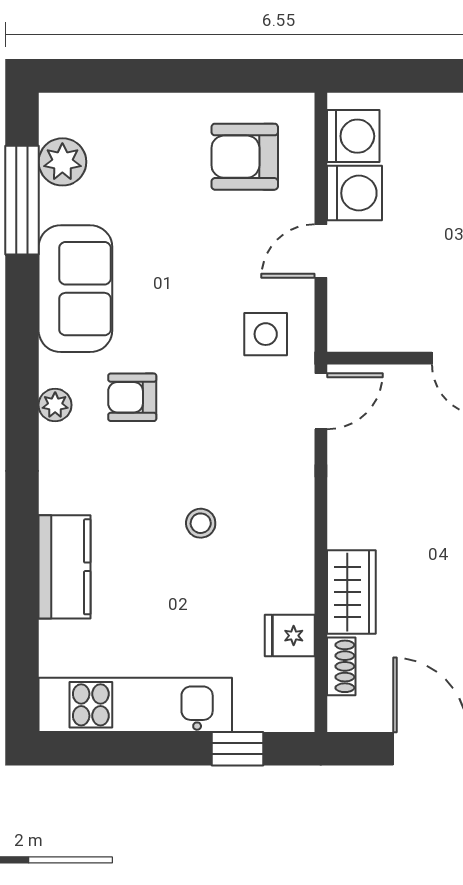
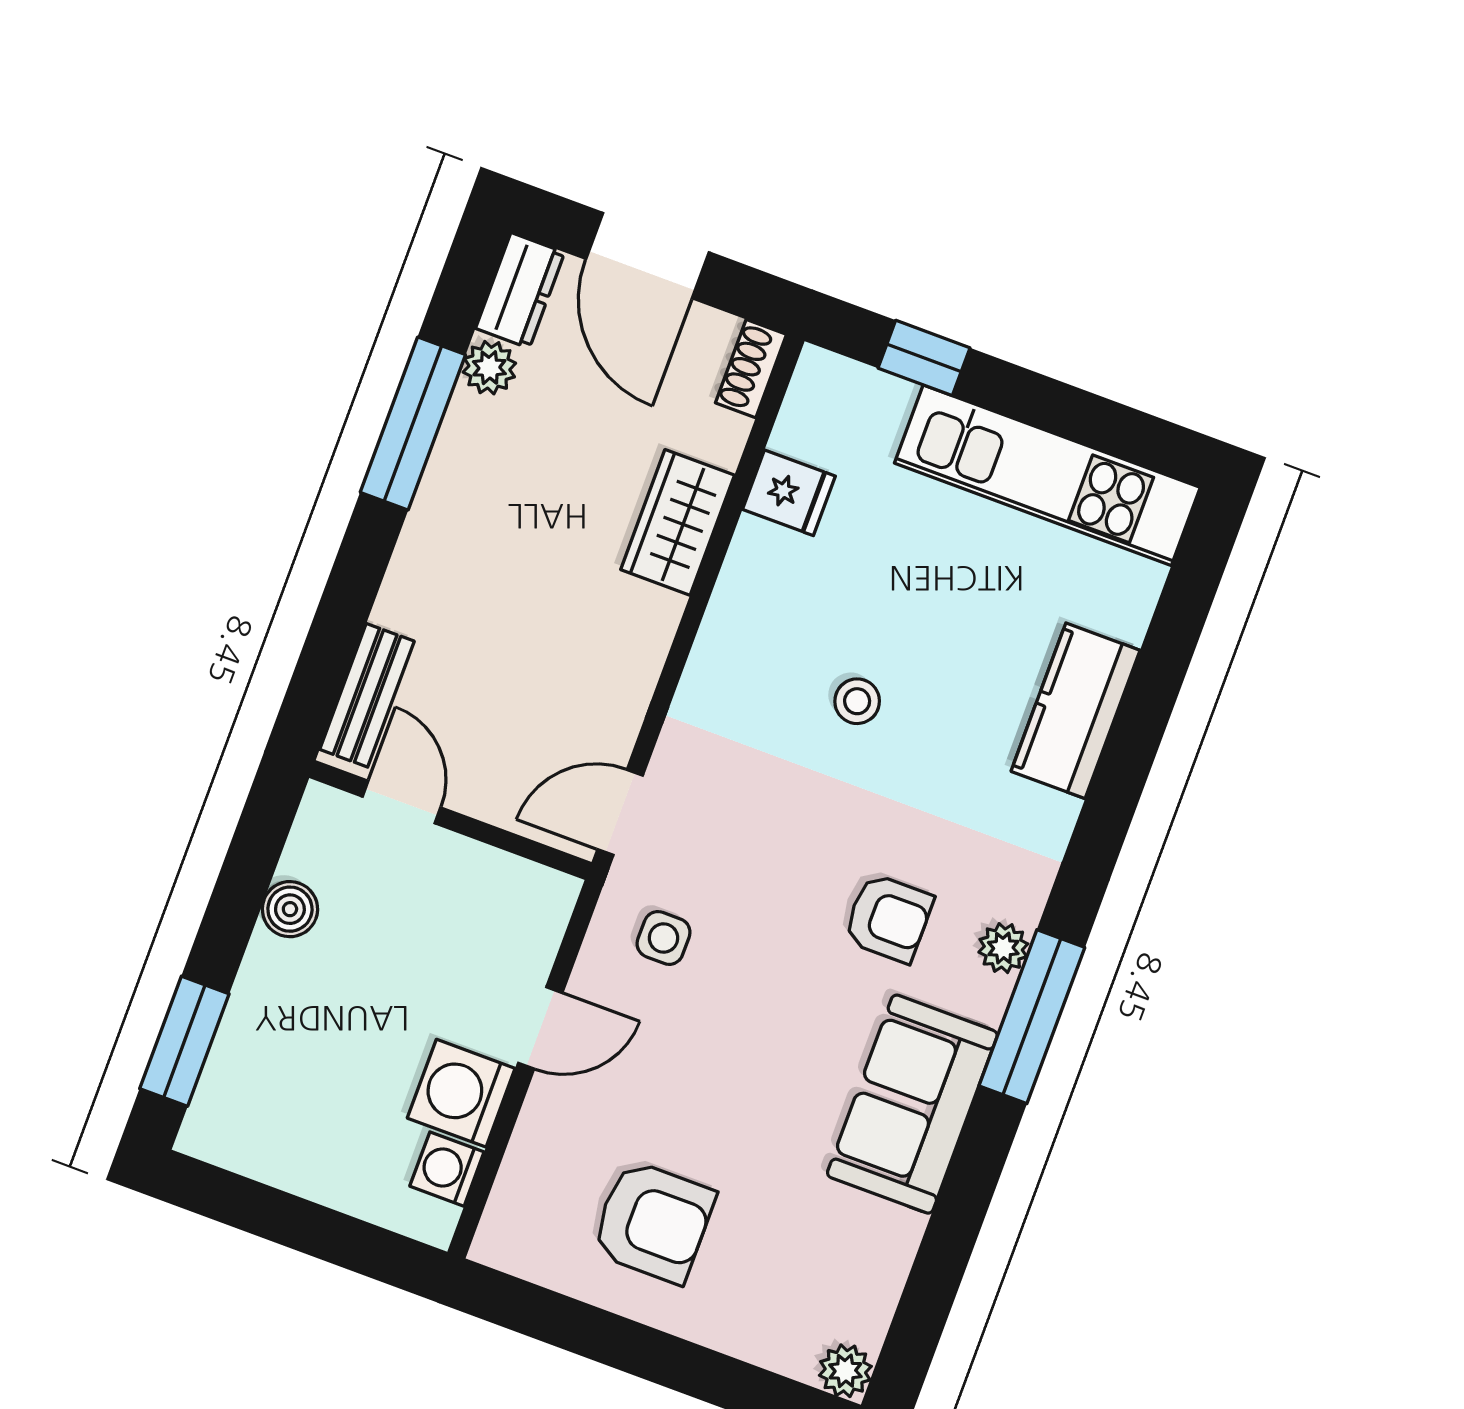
washing machine: (353, 136) -> (447, 1169), width x0.73, depth x0.73
armchair: (245, 157) -> (653, 1222), moved
plant: (62, 162) -> (845, 1371), moved, width x0.73, depth x0.73
window: (22, 200) -> (1032, 1017), moved
side table: (266, 334) -> (664, 938), width x0.73, depth x0.73
shoe rack: (341, 666) -> (751, 369), moved

